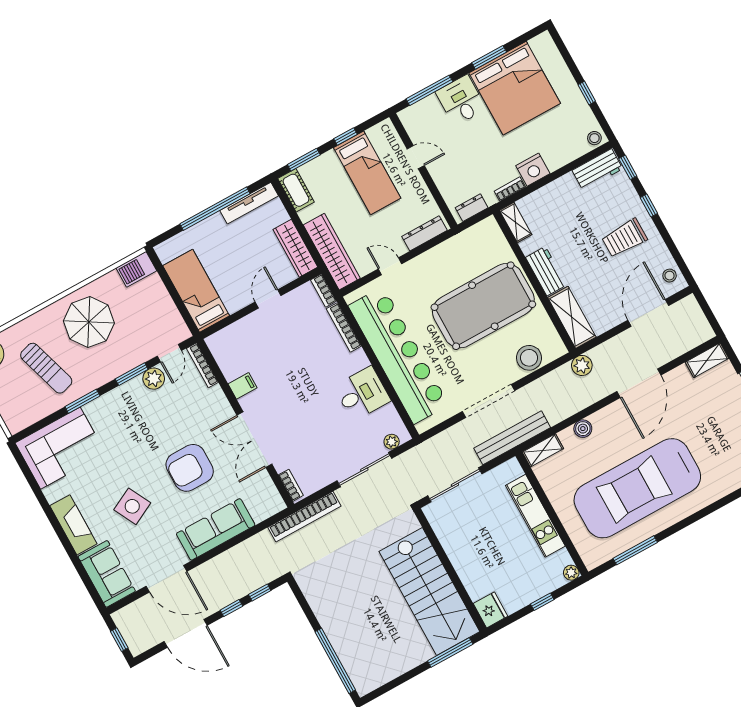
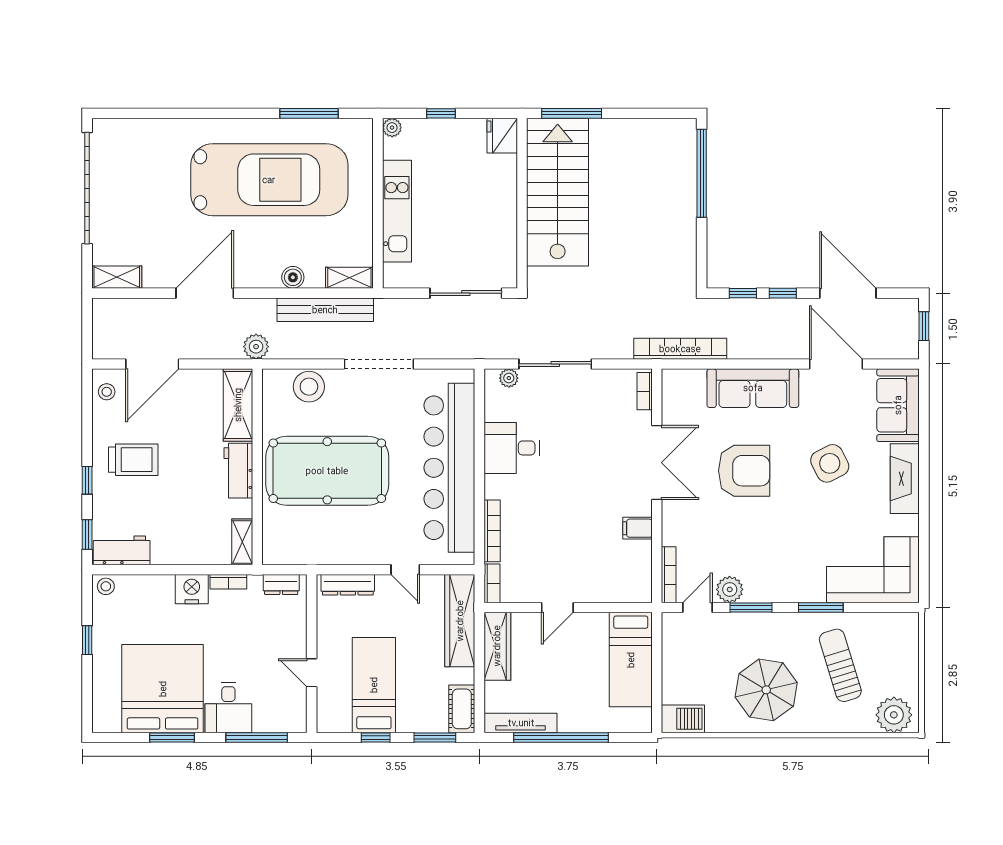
bench: (512, 438) -> (325, 310), moved
bookcase: (304, 517) -> (680, 349), moved

